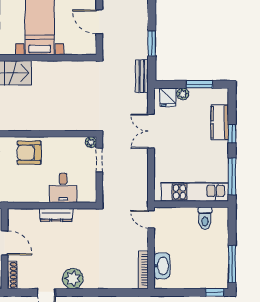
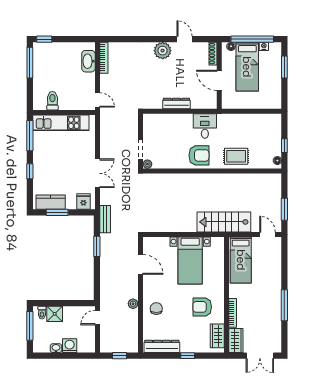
plant: (183, 94) -> (71, 204), removed
kitchen counter: (220, 122) -> (51, 202), moved, turned -90
desk: (63, 188) -> (205, 126), moved

